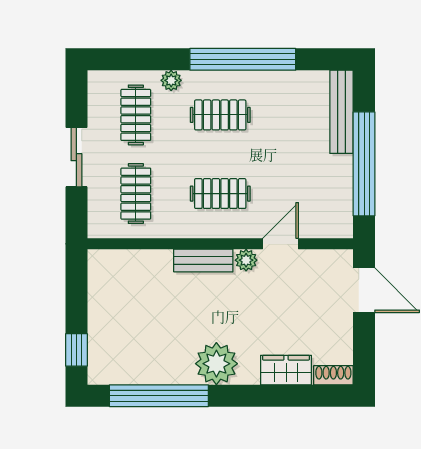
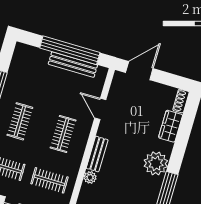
bench: (341, 112) -> (73, 65), moved
plant: (246, 260) -> (90, 177), moved

